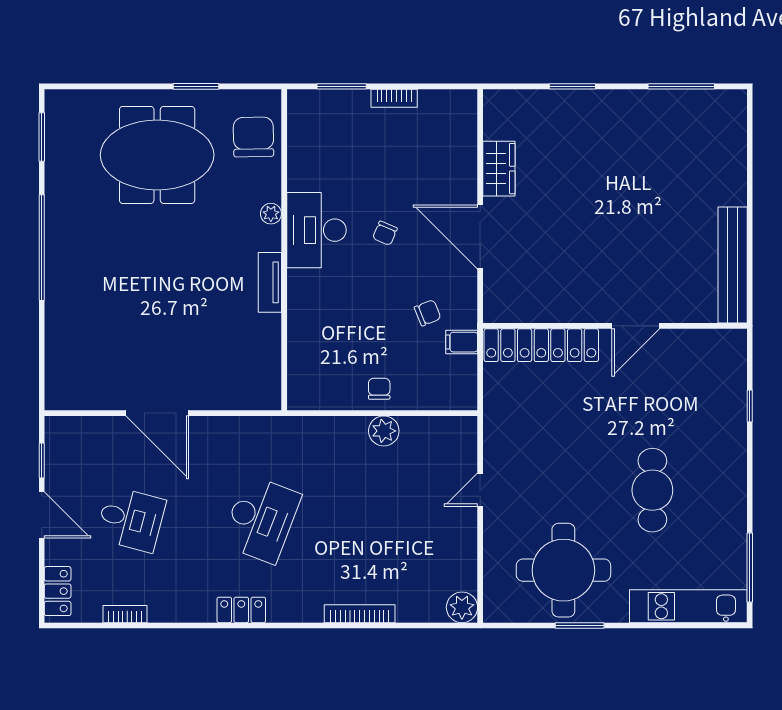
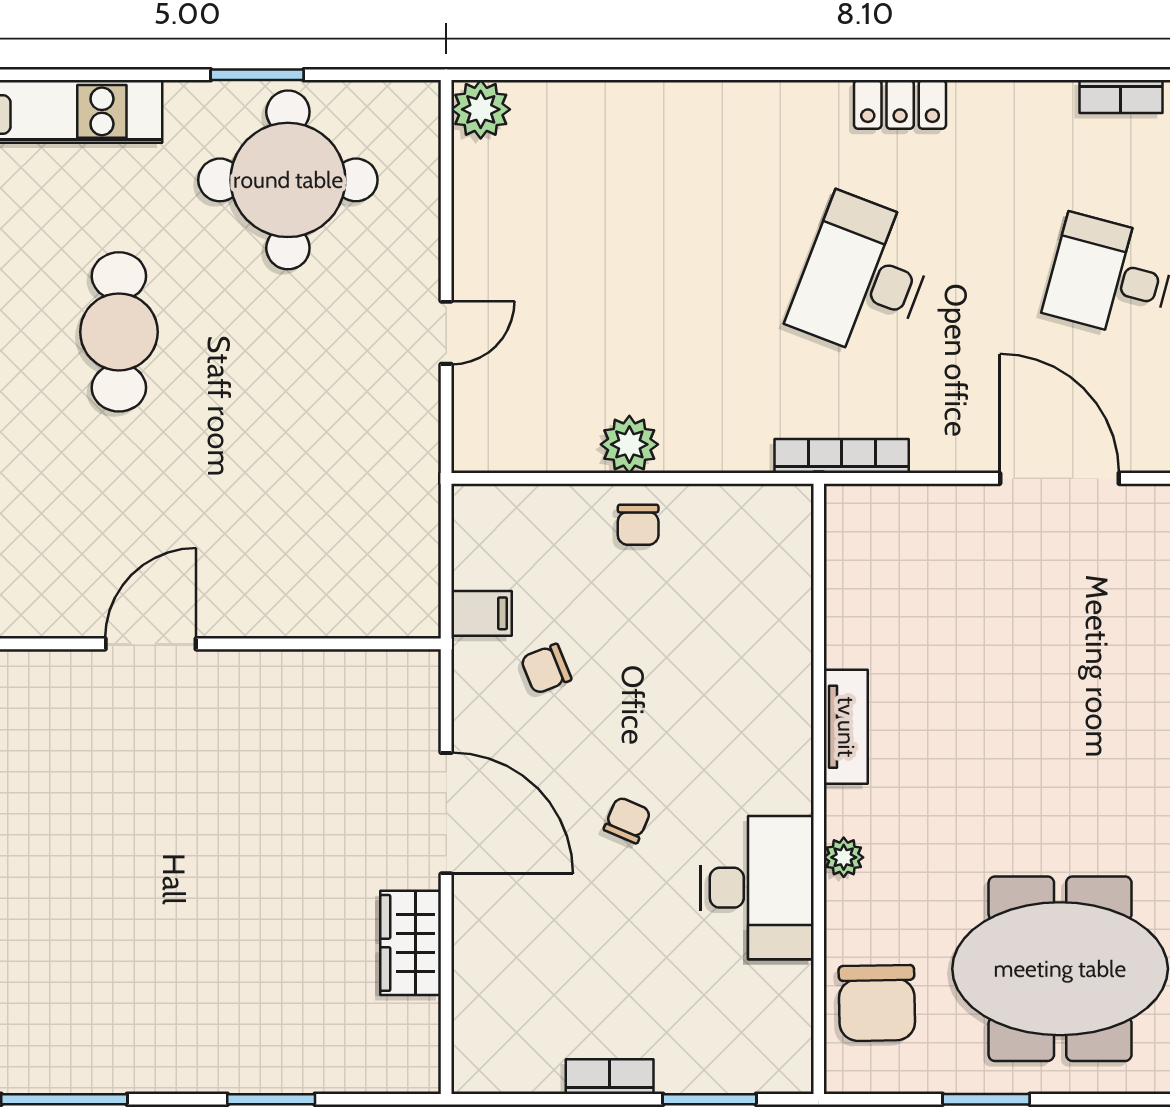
desk: (316, 230) -> (757, 888), moved
locker: (541, 345) -> (330, 607), removed
bookcase: (360, 614) -> (842, 456), moved, turned 180

